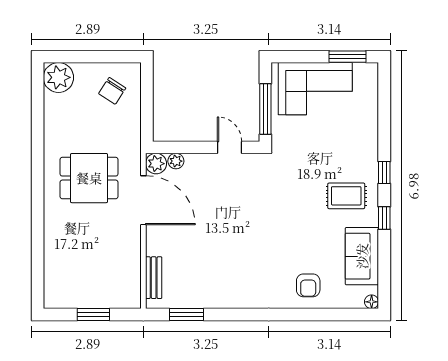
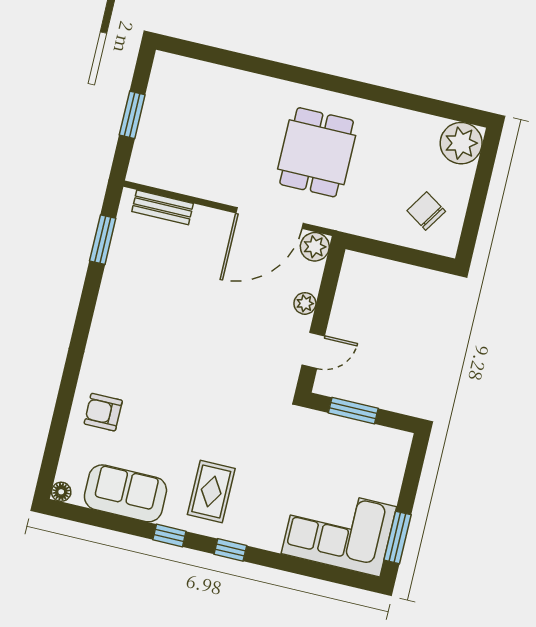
corner sofa: (315, 89) -> (339, 530), moved, turned 90
window: (265, 109) -> (353, 411), width x0.69
plant: (176, 161) -> (305, 303), moved

